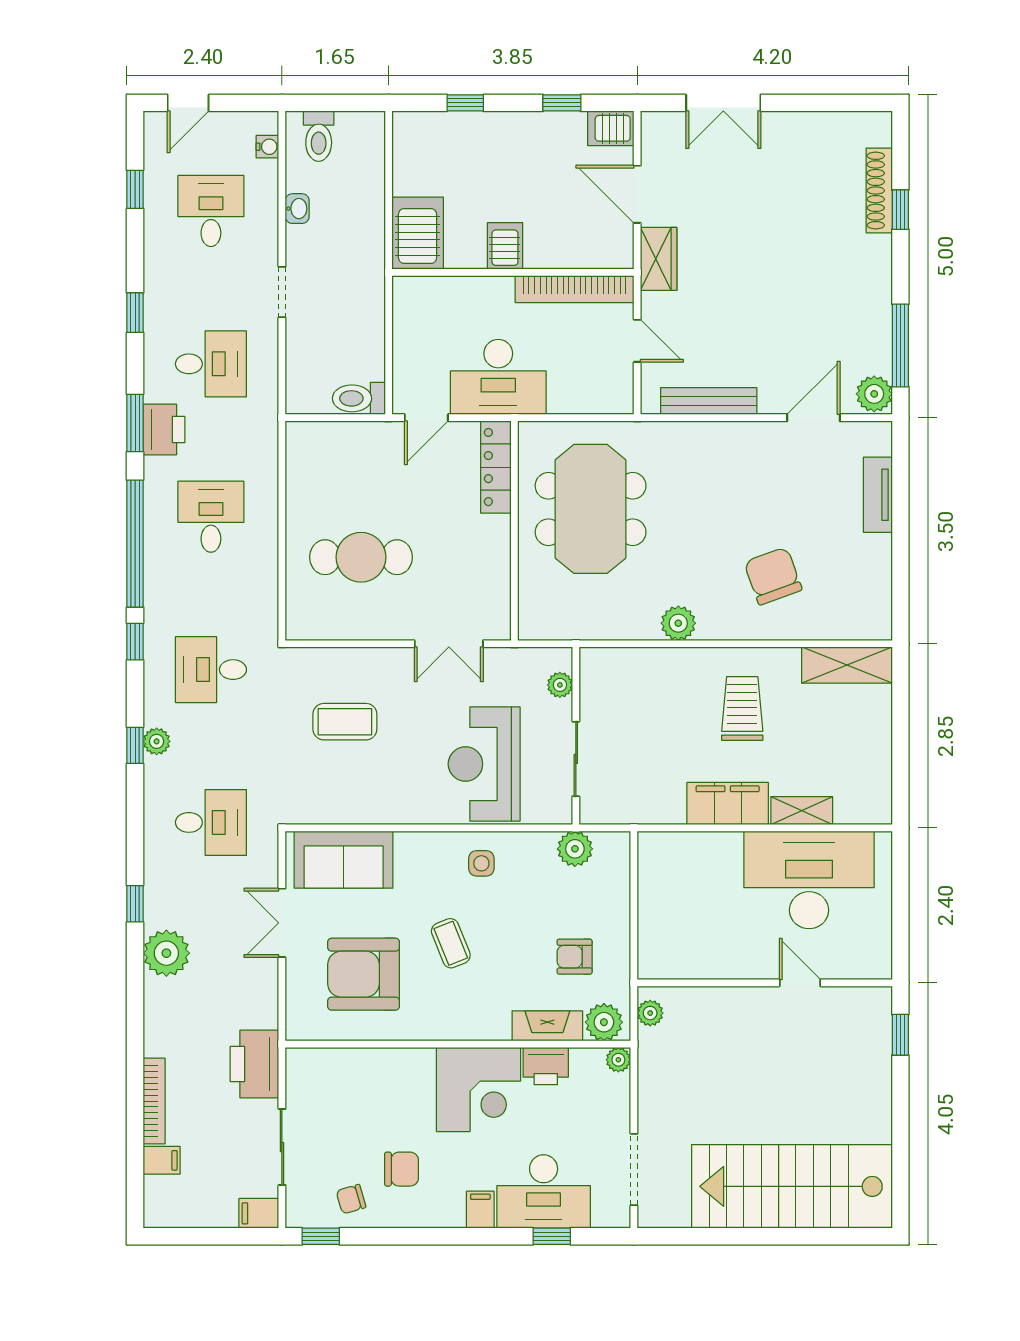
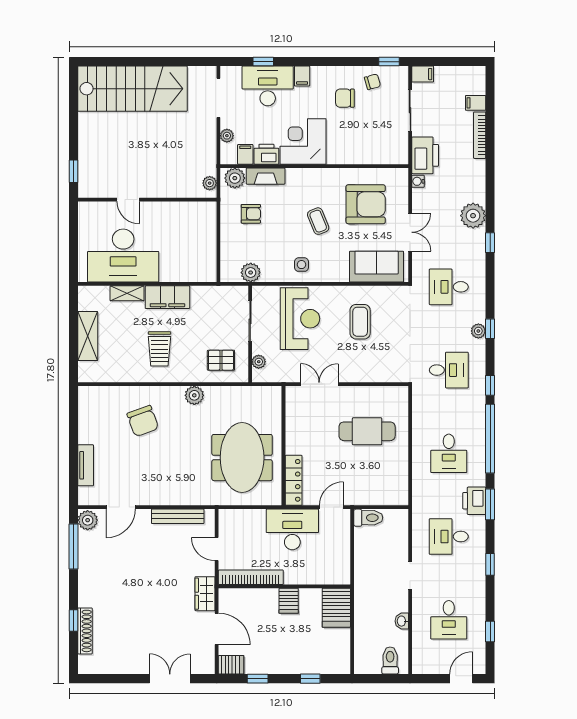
water cooler: (267, 147) -> (418, 181), moved
shelving: (847, 665) -> (88, 336), moved, turned 90
pallet: (629, 688) -> (221, 360), added
coffee table: (345, 722) -> (360, 322), moved, turned 90
plant: (618, 1060) -> (227, 136), moved
filing cabinet: (585, 1066) -> (245, 154), added

